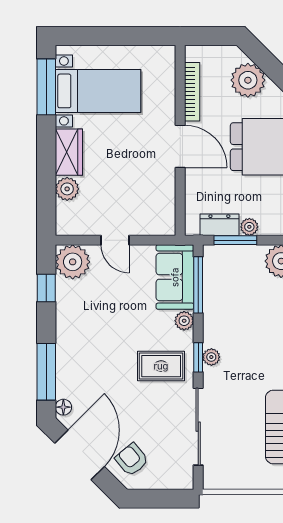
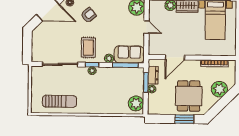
door: (180, 146) -> (175, 57), moved
door: (115, 240) -> (147, 27), swing flipped
armchair: (132, 460) -> (88, 15), moved

